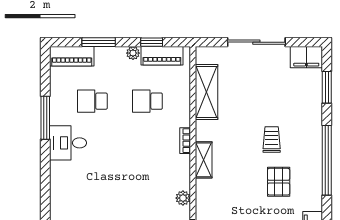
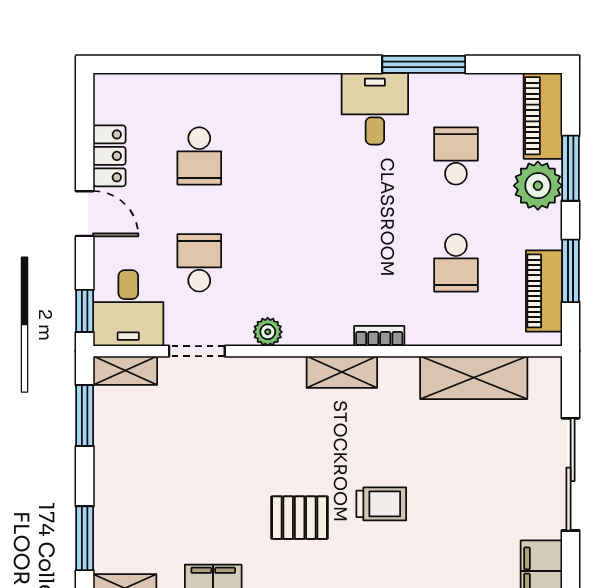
window: (152, 42) -> (571, 271), width x1.50
plant: (133, 53) -> (538, 186), moved, width x1.88, depth x1.88
school desk: (147, 101) -> (456, 263), turned 180

